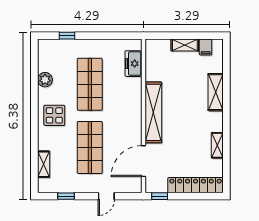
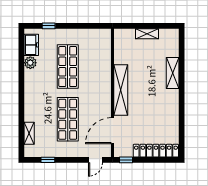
filing cabinet: (206, 47) -> (164, 35), removed
freezer: (133, 64) -> (31, 45), moved, turned 180
display table: (54, 115) -> (38, 92), removed
shelving: (217, 145) -> (174, 117), removed
door: (106, 196) -> (95, 160), moved

